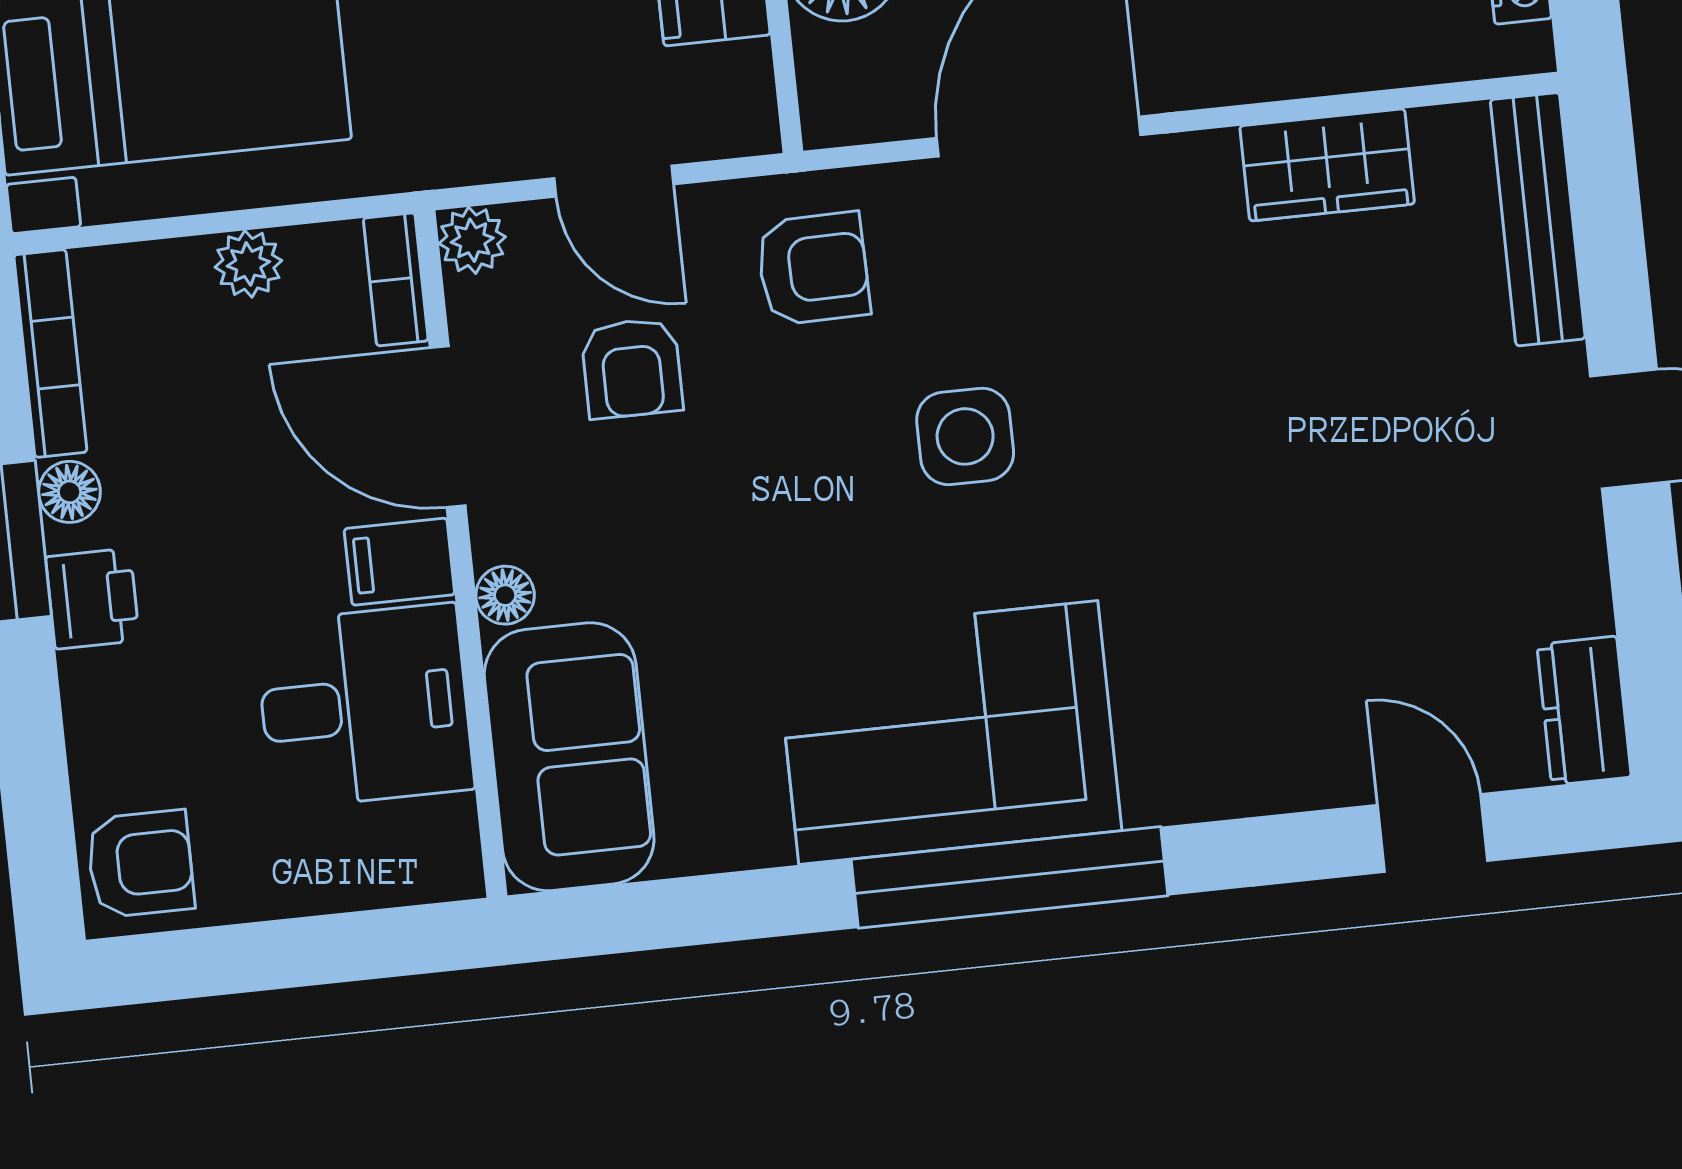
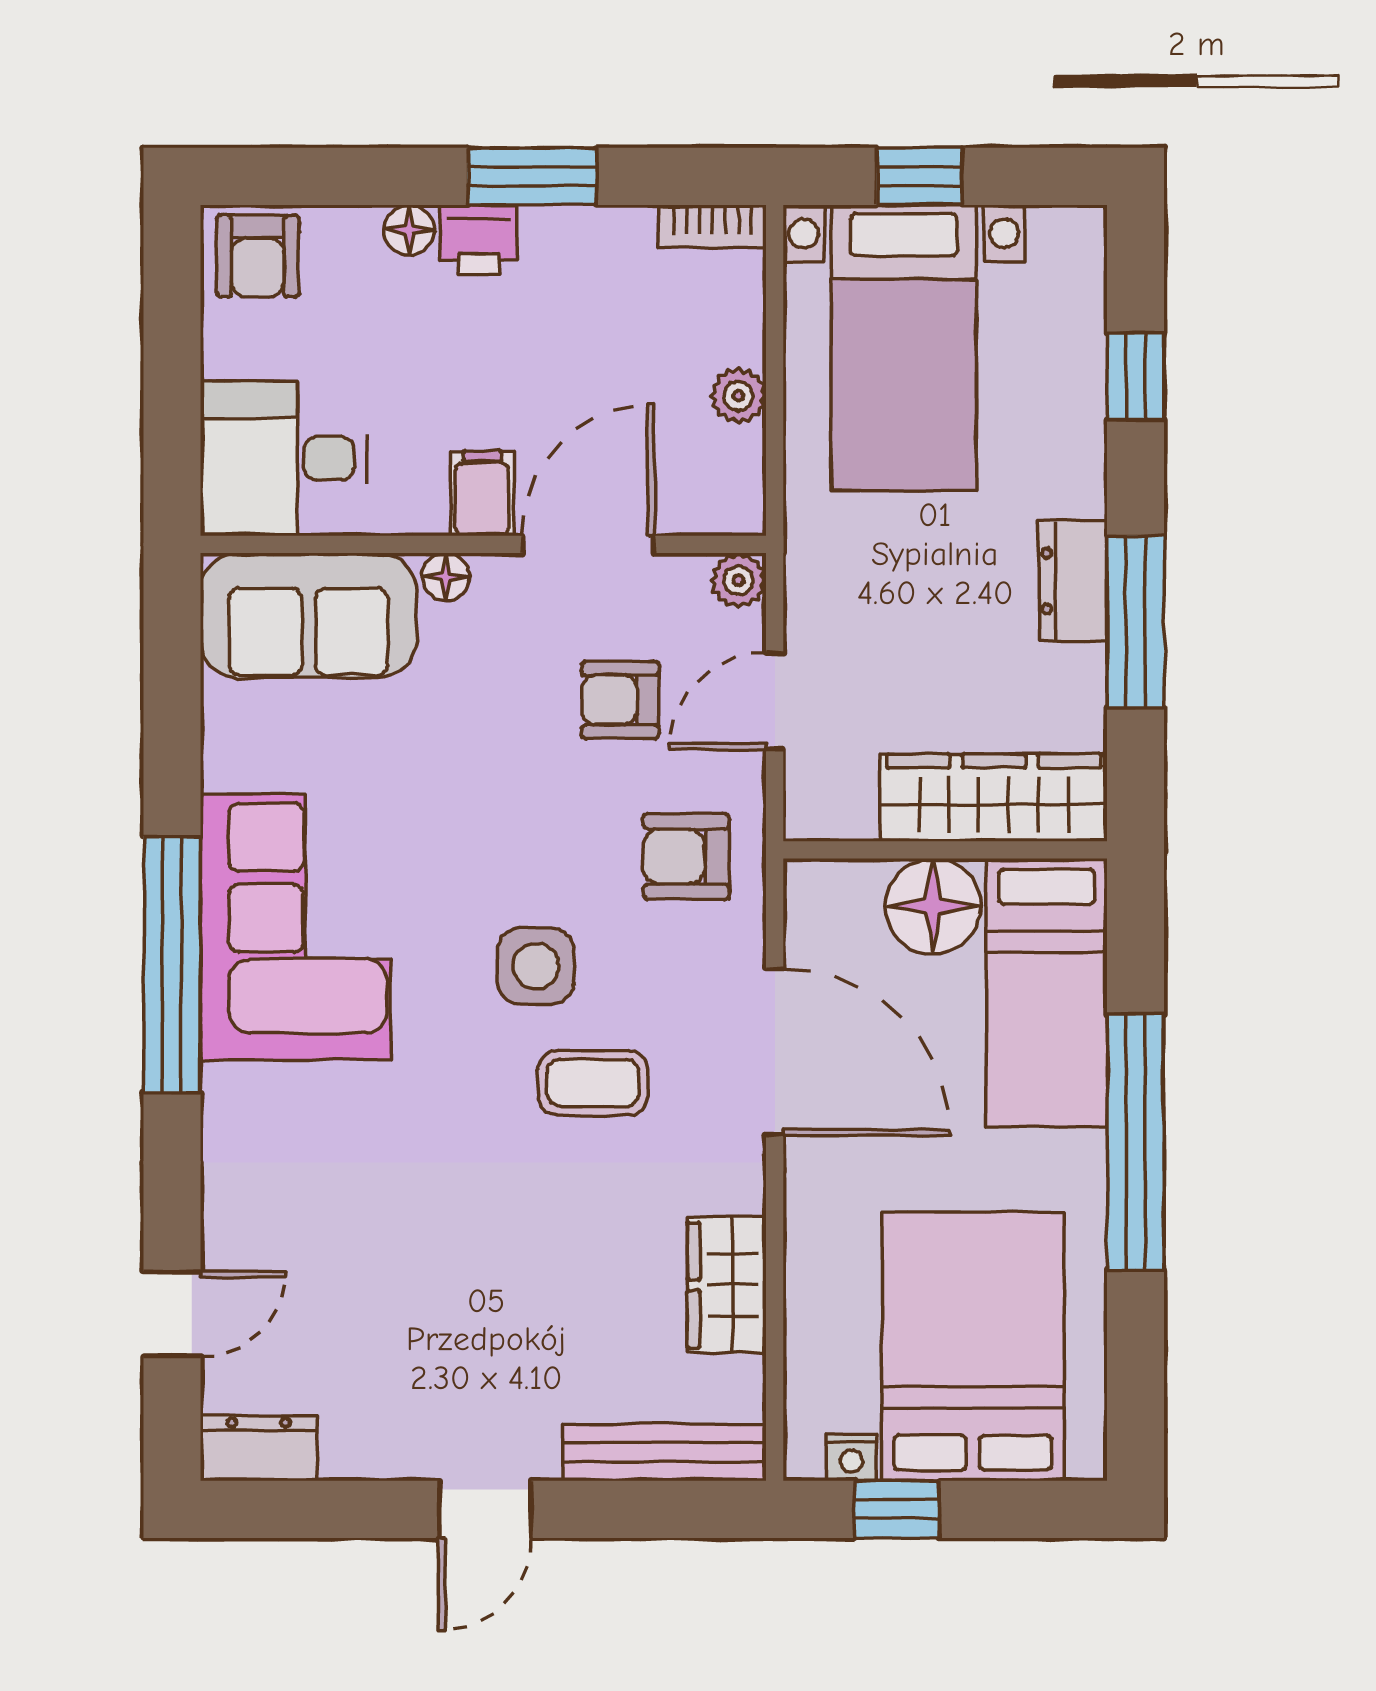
armchair: (813, 269) -> (686, 857), turned 91
bookcase: (396, 279) -> (713, 515), removed
bookcase: (50, 353) -> (712, 226), width x0.64
coffee table: (1099, 353) -> (593, 1083), added
floor lamp: (70, 492) -> (409, 230), moved
desk: (364, 706) -> (284, 458), moved, turned 90

